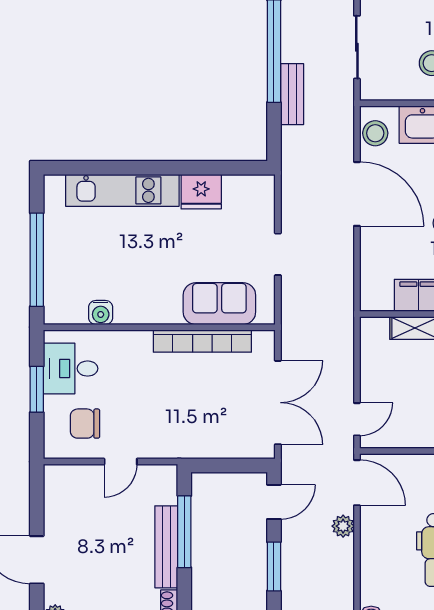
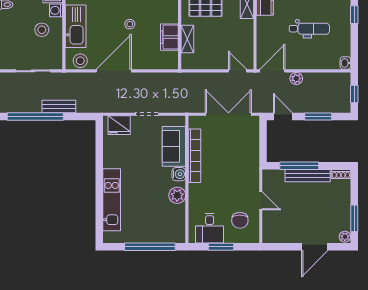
fridge: (201, 192) -> (119, 125), moved, turned 90
plant: (130, 310) -> (177, 195), added
water cooler: (101, 312) -> (179, 174), moved

